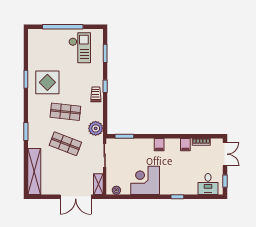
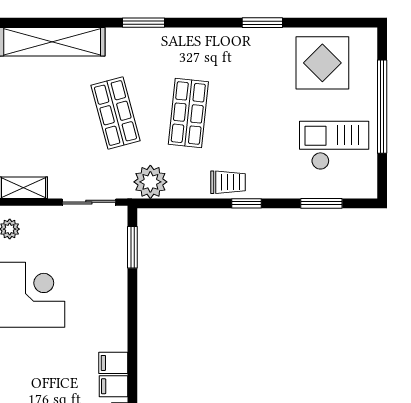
checkout: (80, 48) -> (334, 145), turned 180
display table: (47, 82) -> (322, 63), moved
shop shelf: (65, 144) -> (115, 113), turned -36
filing cabinet: (159, 145) -> (113, 363), moved

